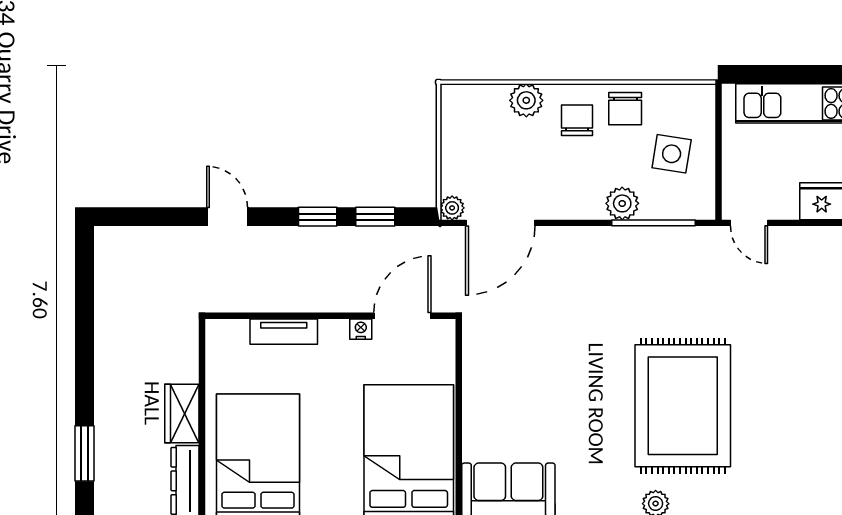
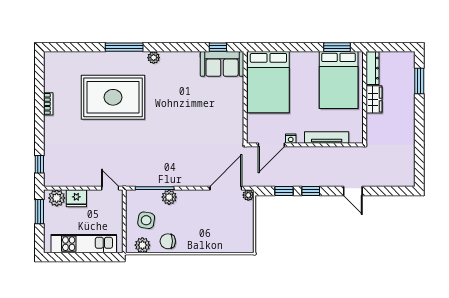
plant: (526, 100) -> (142, 245), moved
chair: (625, 109) -> (168, 241), turned -90
chair: (577, 120) -> (190, 236), removed
tv unit: (284, 332) -> (327, 138), width x1.41
rug: (683, 406) -> (113, 97), moved, turned 90

